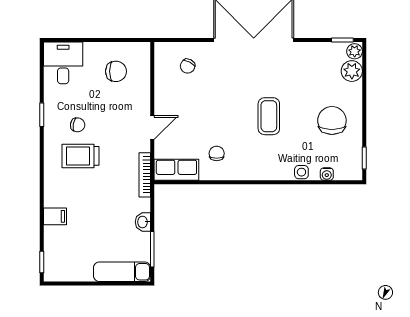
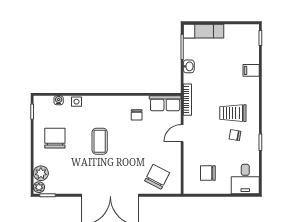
chair: (188, 66) -> (157, 177), width x1.87, depth x1.87
chair: (332, 120) -> (55, 138), turned 180
trolley: (81, 156) -> (233, 113), turned 180

